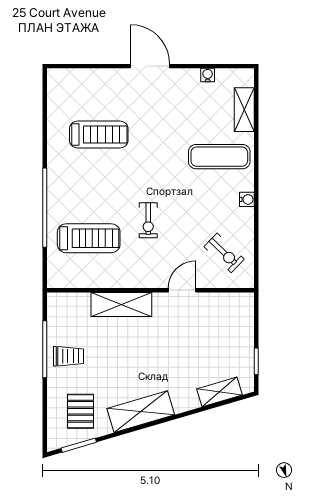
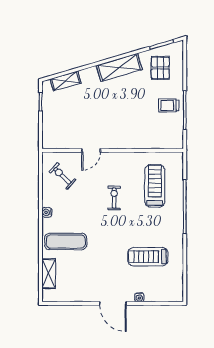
water cooler: (208, 75) -> (139, 297), moved
treadmill: (89, 238) -> (155, 186), turned 90
shelving: (121, 304) -> (133, 141), removed

